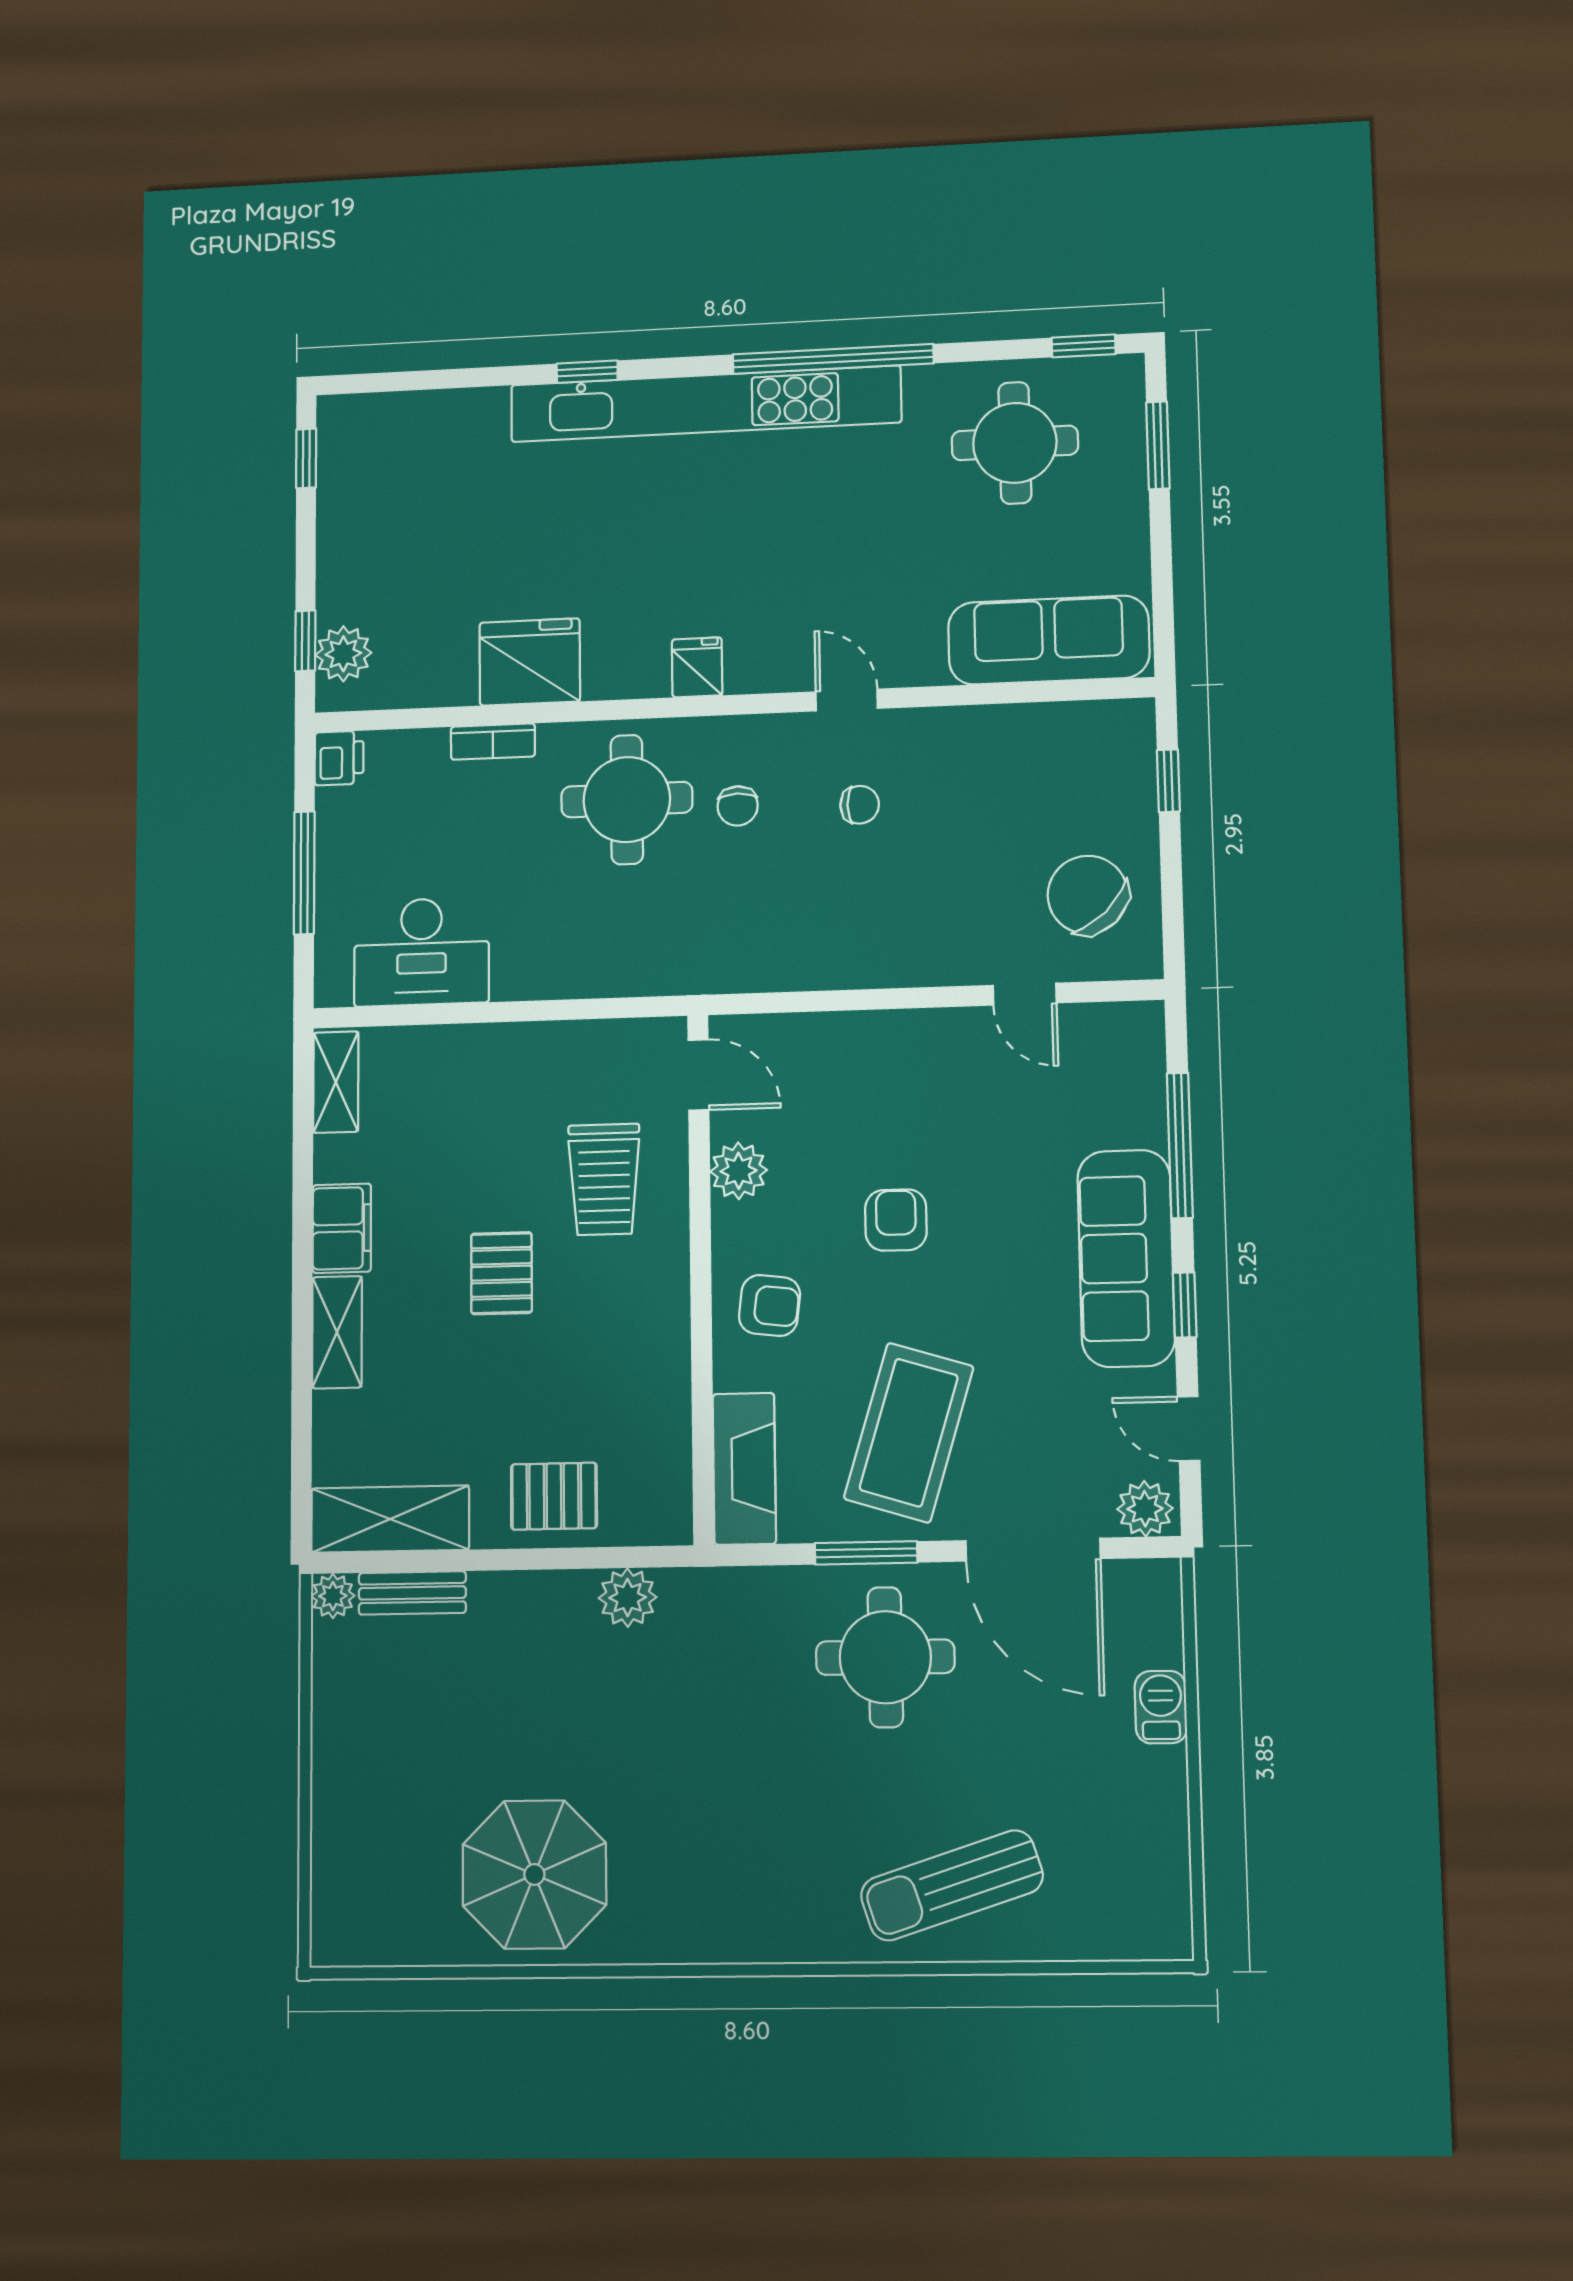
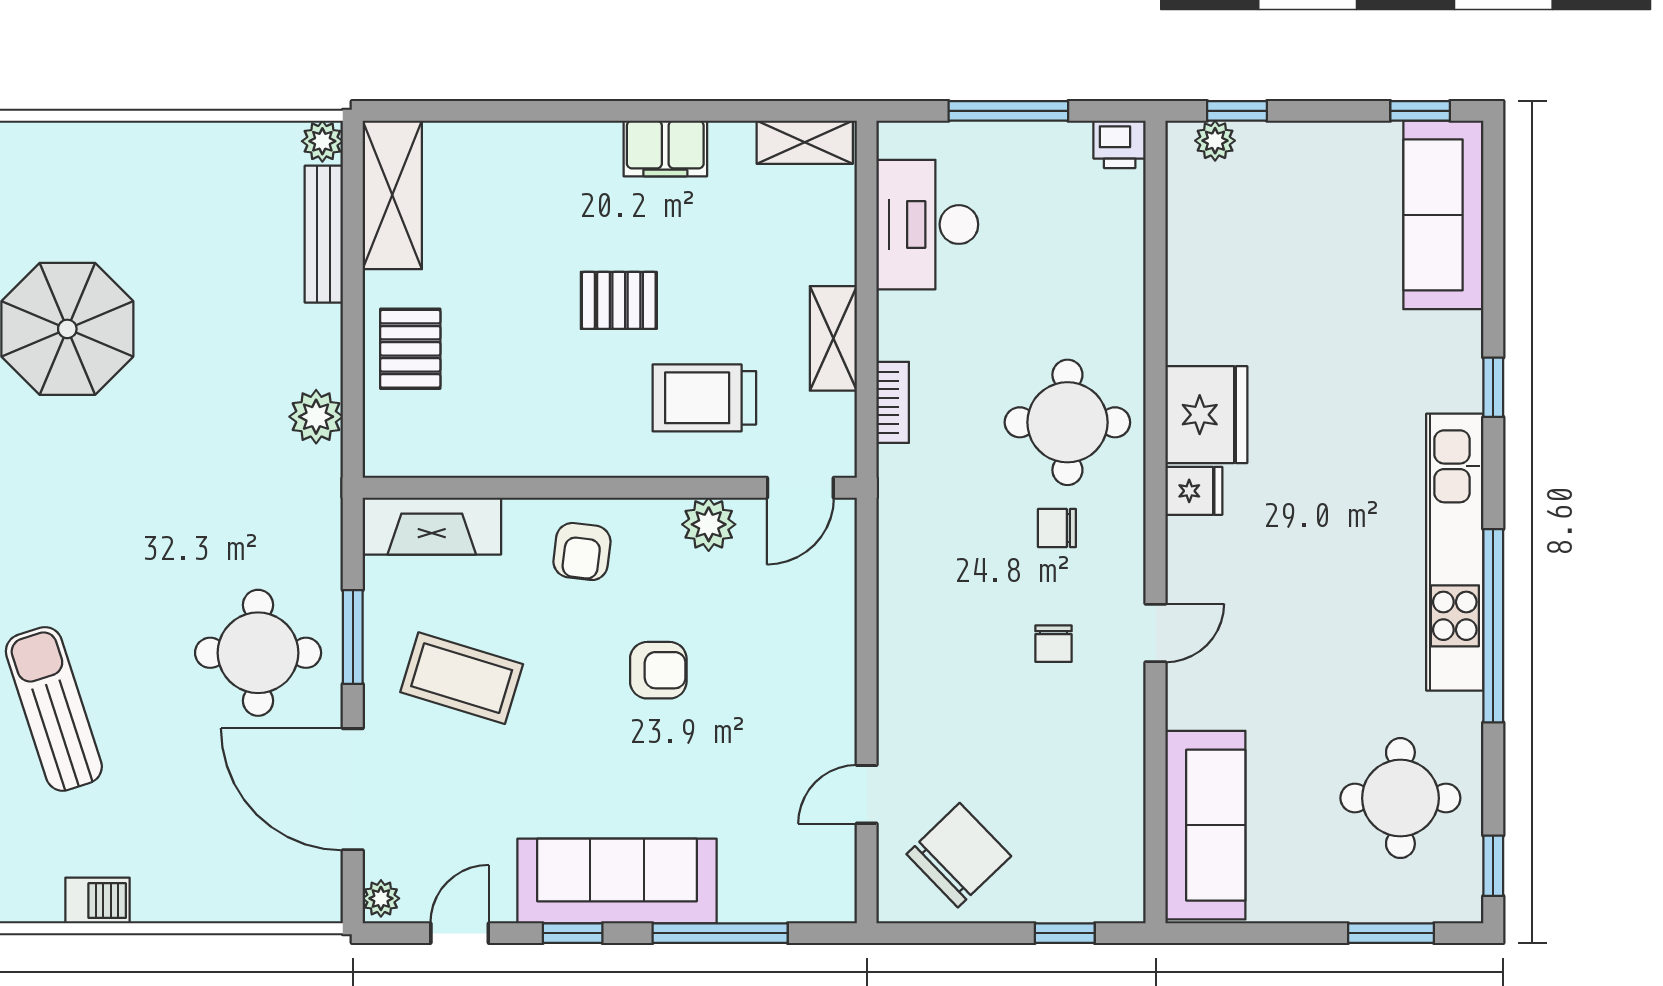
kitchen unit: (705, 404) -> (1455, 552), width x0.73
sofa: (412, 430) -> (1443, 215), added
plant: (343, 654) -> (1215, 141), width x0.73, depth x0.73
fridge: (530, 662) -> (1206, 415), moved
bookcase: (493, 742) -> (893, 402), moved, turned 180
shelving: (337, 1332) -> (833, 338), moved, turned 90
coffee table: (909, 1433) -> (462, 678), width x0.73, depth x0.76
plant: (1145, 1509) -> (381, 898), width x0.73, depth x0.73
door: (1033, 1550) -> (353, 789), hinge flipped
bench: (412, 1593) -> (324, 234), width x1.36
barbecue: (1161, 1707) -> (97, 901), moved

